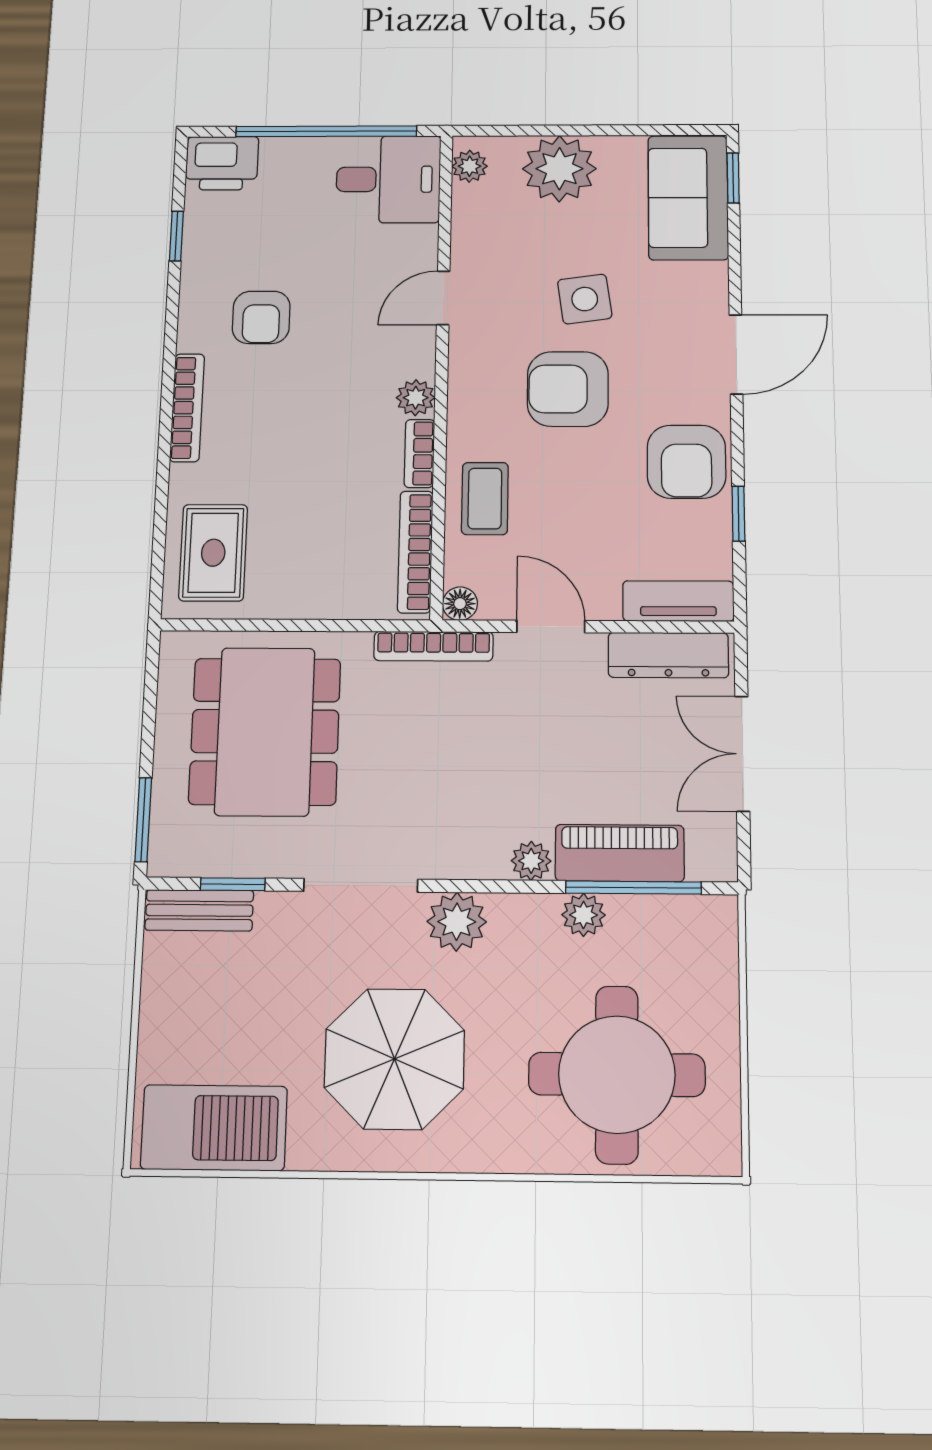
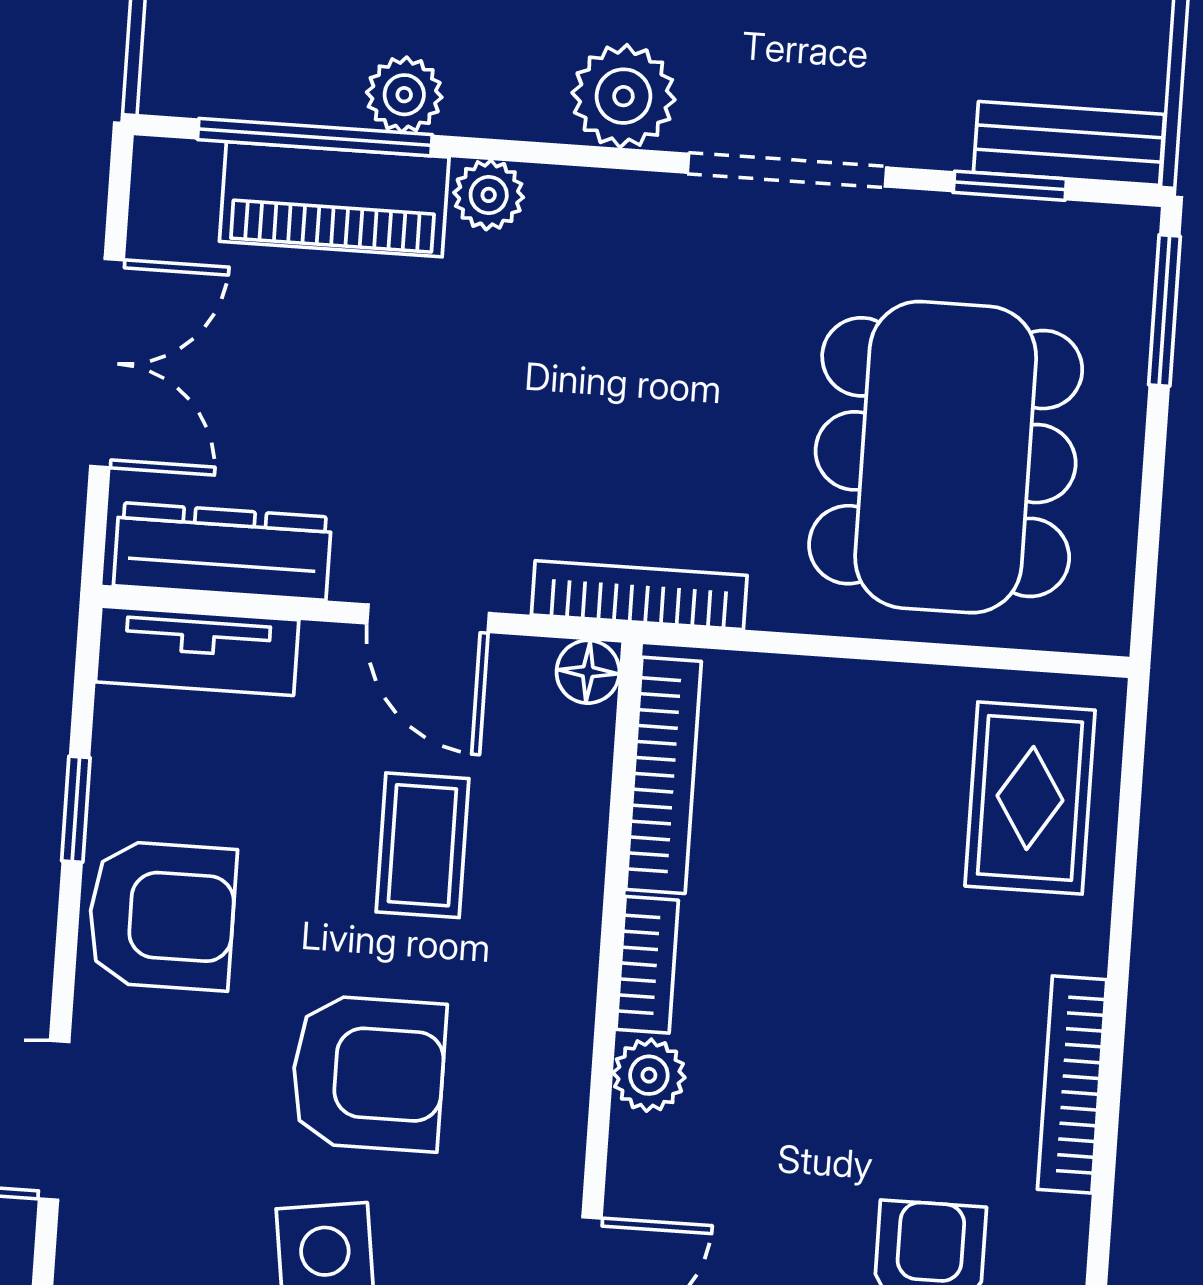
armchair: (686, 462) -> (162, 916), turned 90
coffee table: (485, 499) -> (422, 845), moved

